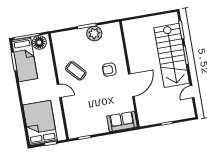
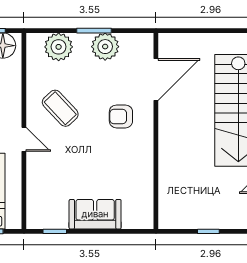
plant: (69, 38) -> (59, 47), added
door: (131, 85) -> (156, 79), moved
sofa: (122, 121) -> (95, 214), moved

